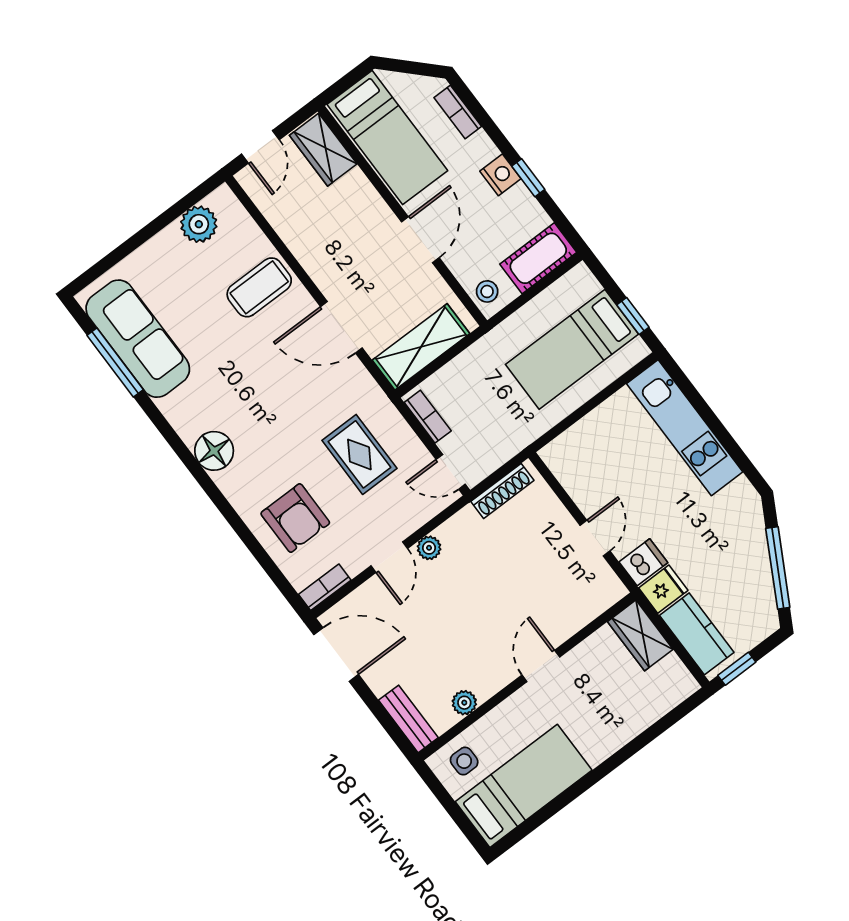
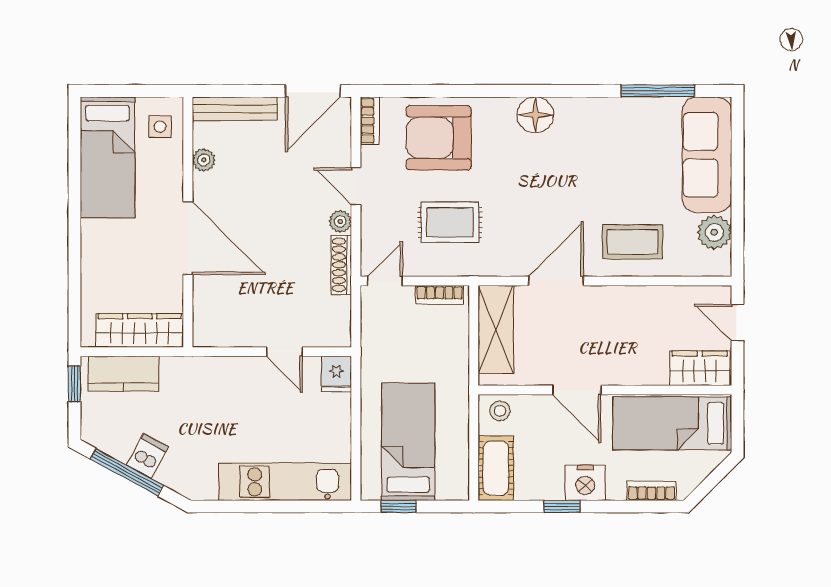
nightstand: (500, 175) -> (585, 483), width x1.36, depth x1.33
coffee table: (259, 287) -> (633, 242), turned 90
sofa: (138, 339) -> (707, 155), moved, turned 90
shoe rack: (502, 491) -> (341, 265), moved
armchair: (295, 518) -> (439, 138), width x1.36, depth x1.36
door: (595, 538) -> (284, 352), moved
dishwasher: (643, 562) -> (147, 456), moved, turned -151
fridge: (663, 589) -> (336, 374), moved
wardrobe: (640, 635) -> (140, 330), width x1.50
door: (541, 666) -> (188, 238), width x1.88
bench: (408, 719) -> (235, 109), width x1.36

